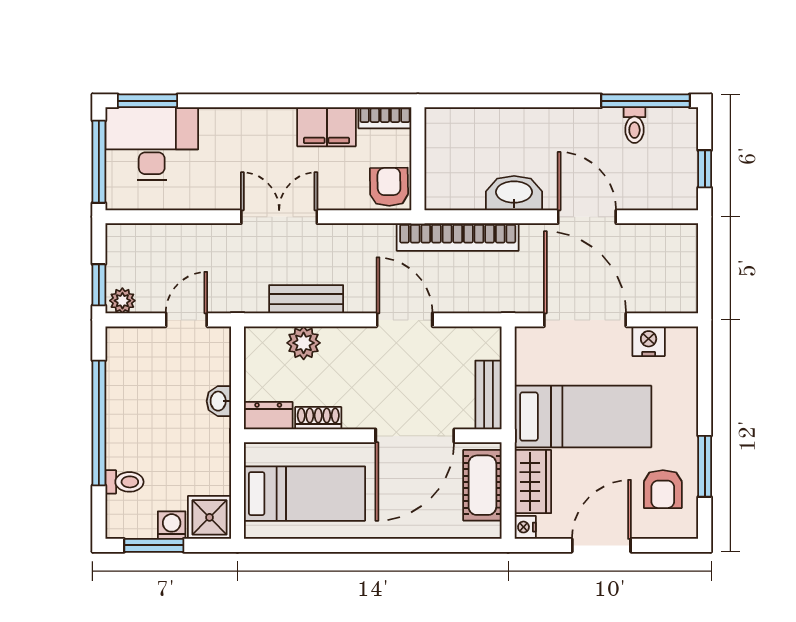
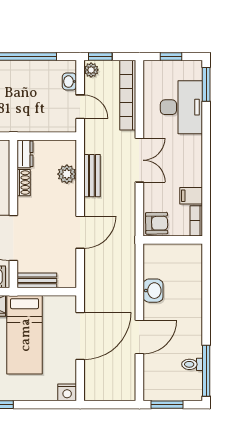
filing cabinet: (327, 127) -> (191, 196), width x0.50
desk: (152, 144) -> (181, 107), moved
window: (99, 162) -> (171, 56), width x0.46
window: (705, 169) -> (167, 405), width x1.50
washbasin: (514, 193) -> (153, 291), width x0.72
bookcase: (458, 237) -> (128, 95), moved
nightstand: (649, 341) -> (67, 392), moved, turned 90
washbasin: (219, 401) -> (69, 82), moved, turned -90

